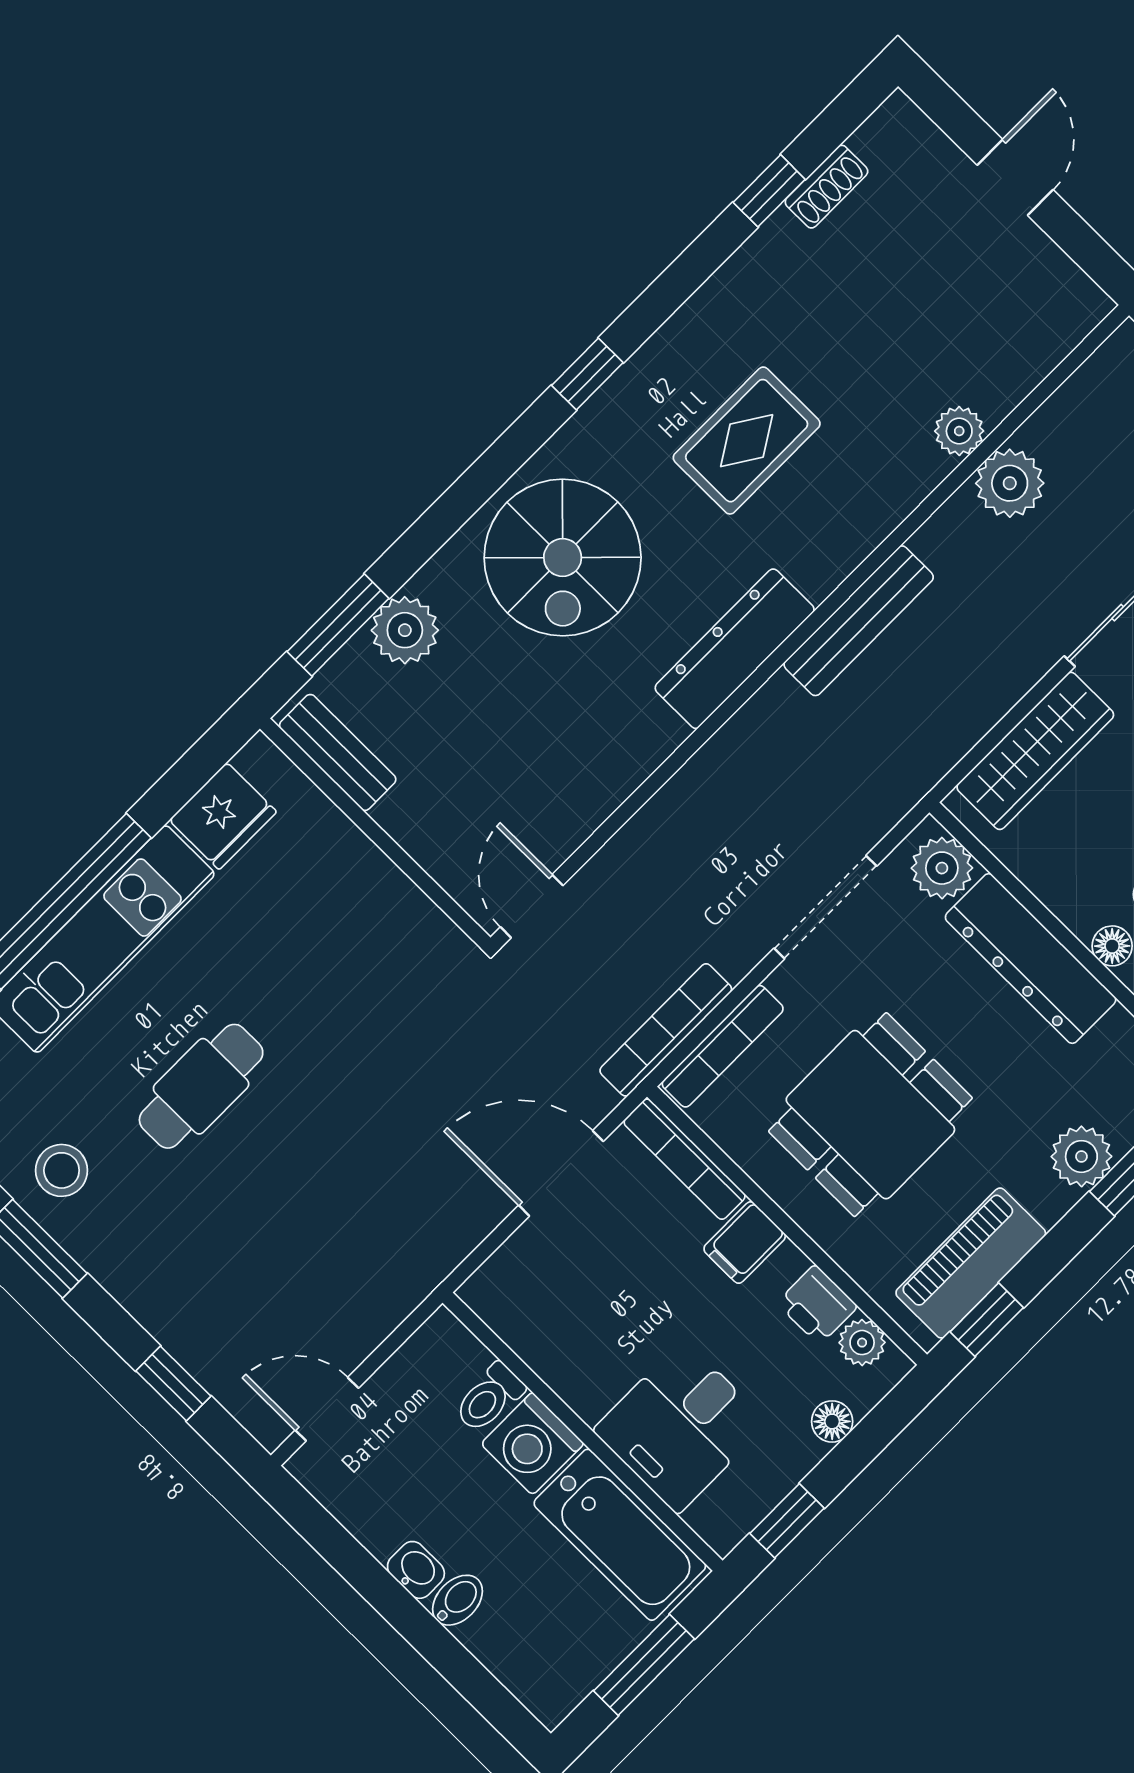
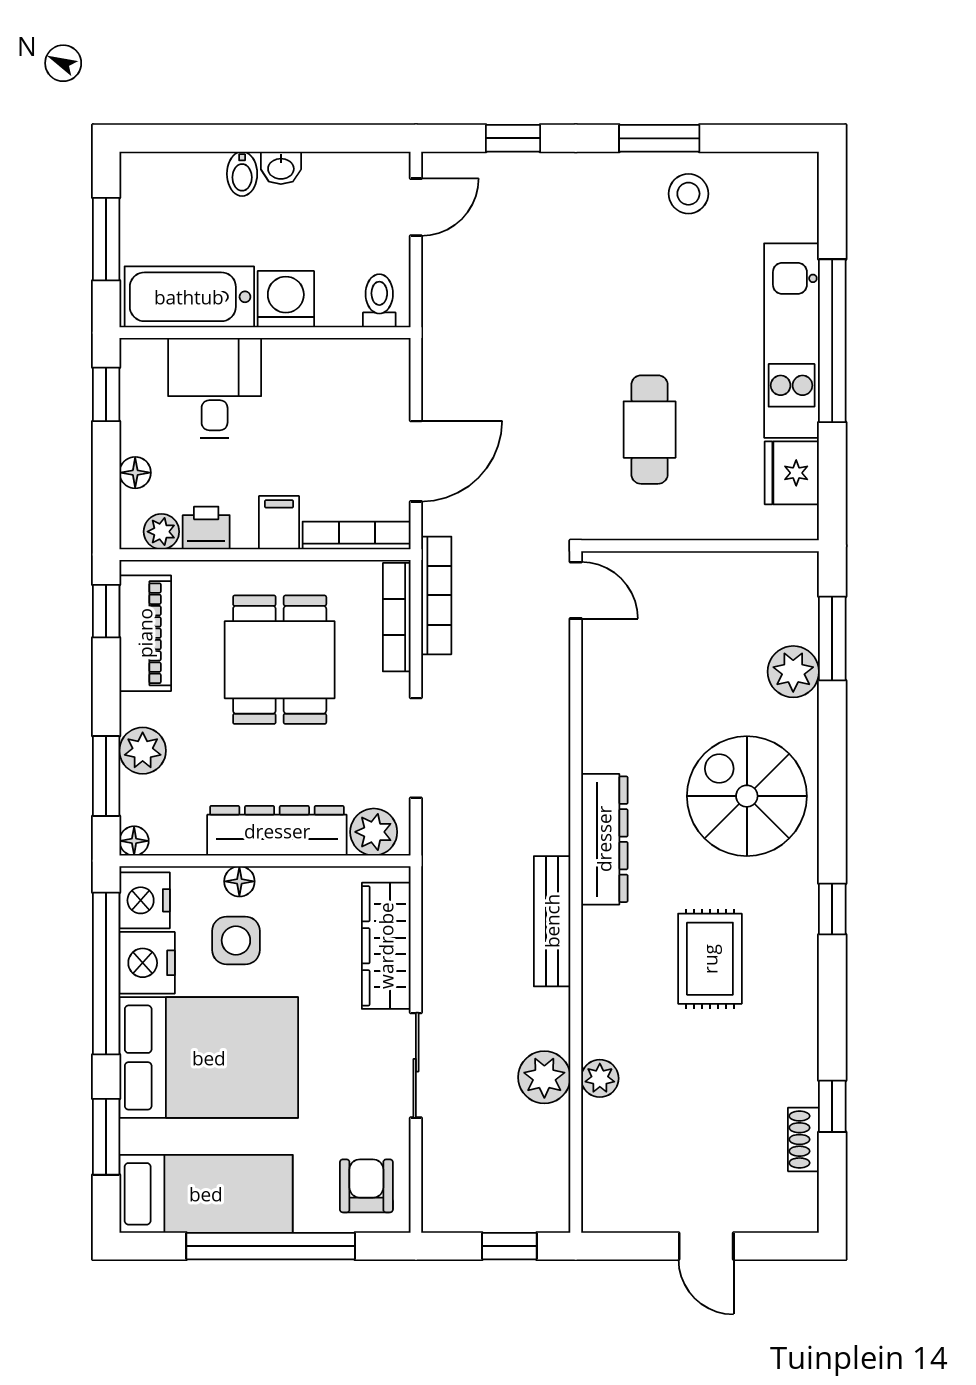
bench: (338, 752) -> (764, 569), removed
cafe table: (201, 1086) -> (650, 430), moved
toilet: (489, 1398) -> (379, 301), moved

